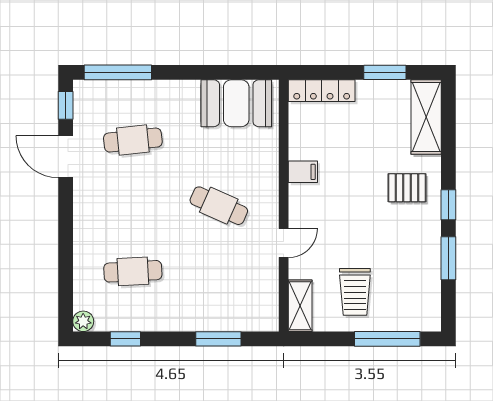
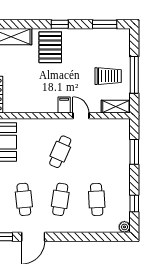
filing cabinet: (303, 172) -> (64, 105), moved
pallet: (407, 188) -> (50, 47), width x1.50, depth x1.42
cafe table: (133, 206) -> (60, 199), added
window: (448, 258) -> (105, 24), moved
window: (387, 339) -> (134, 75), moved

